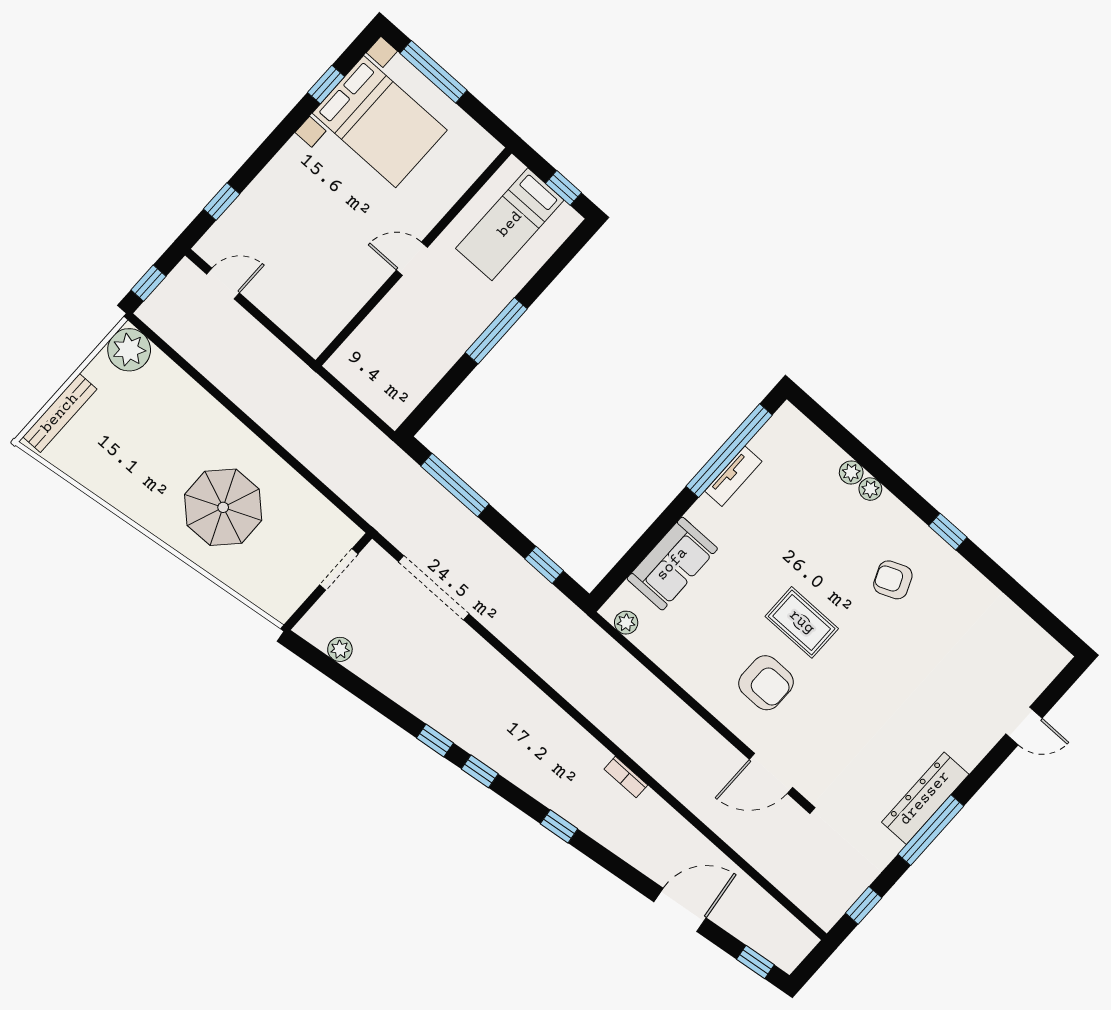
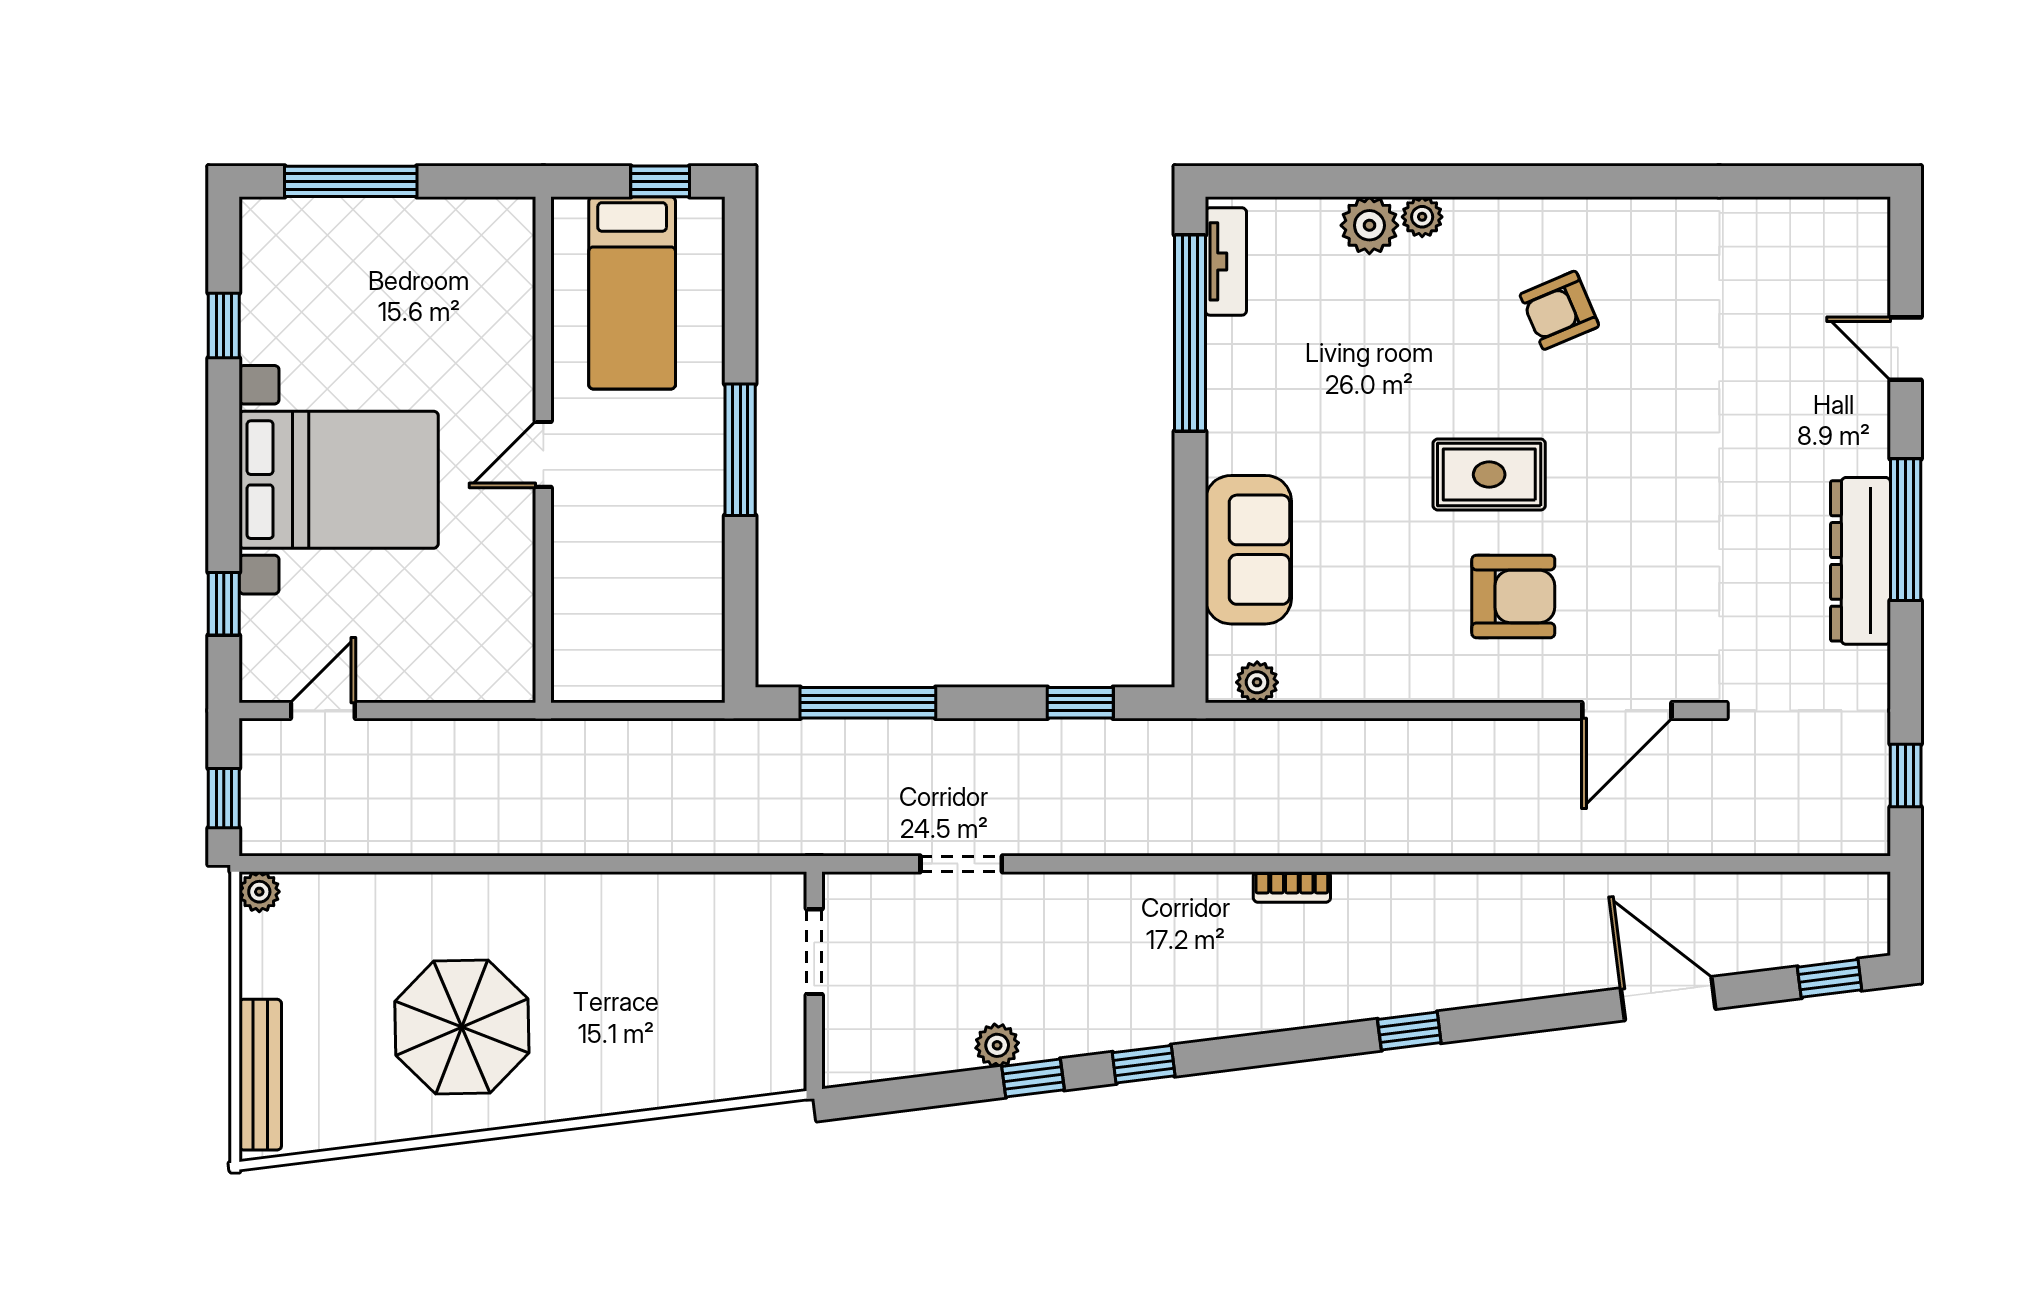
bed with nightstands: (380, 122) -> (339, 480), moved
plant: (129, 350) -> (259, 892), width x0.53, depth x0.53
plant: (851, 472) -> (1369, 225), width x1.38, depth x1.38
tv unit: (733, 476) -> (1226, 261), moved
parasol: (223, 507) -> (462, 1027), moved
window: (948, 532) -> (1575, 181), removed
doorway: (434, 588) -> (961, 864), width x0.53
plant: (340, 649) -> (997, 1045), moved
door: (1024, 726) -> (1906, 349), swing flipped
window: (480, 771) -> (1033, 1078), moved
bookcase: (626, 777) -> (1292, 887), moved
window: (931, 830) -> (1906, 530), moved
door: (680, 910) -> (1668, 999), hinge flipped

